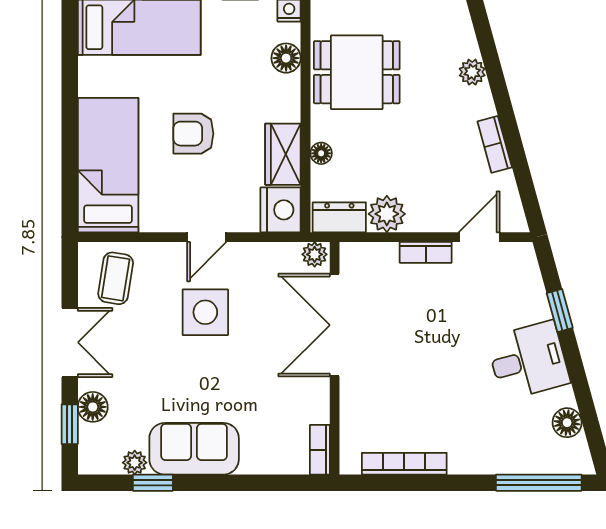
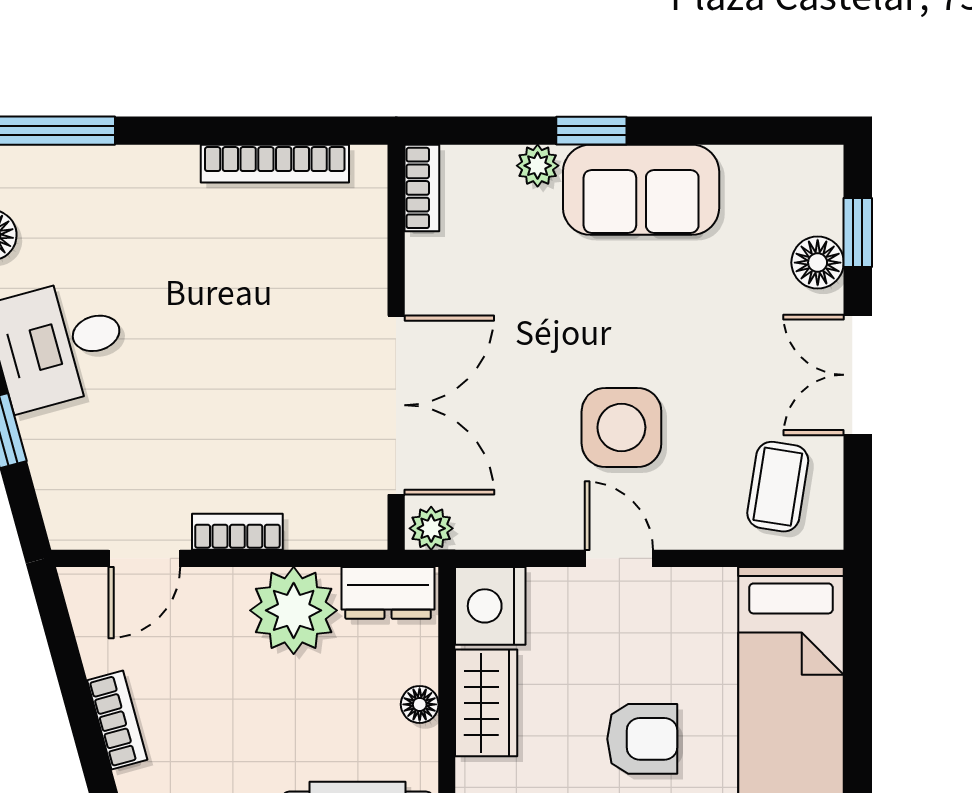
plant: (387, 214) -> (294, 610), width x1.36, depth x1.36
door: (207, 237) -> (619, 558), hinge flipped
plant: (135, 463) -> (538, 166), moved
window: (153, 483) -> (591, 131), moved

